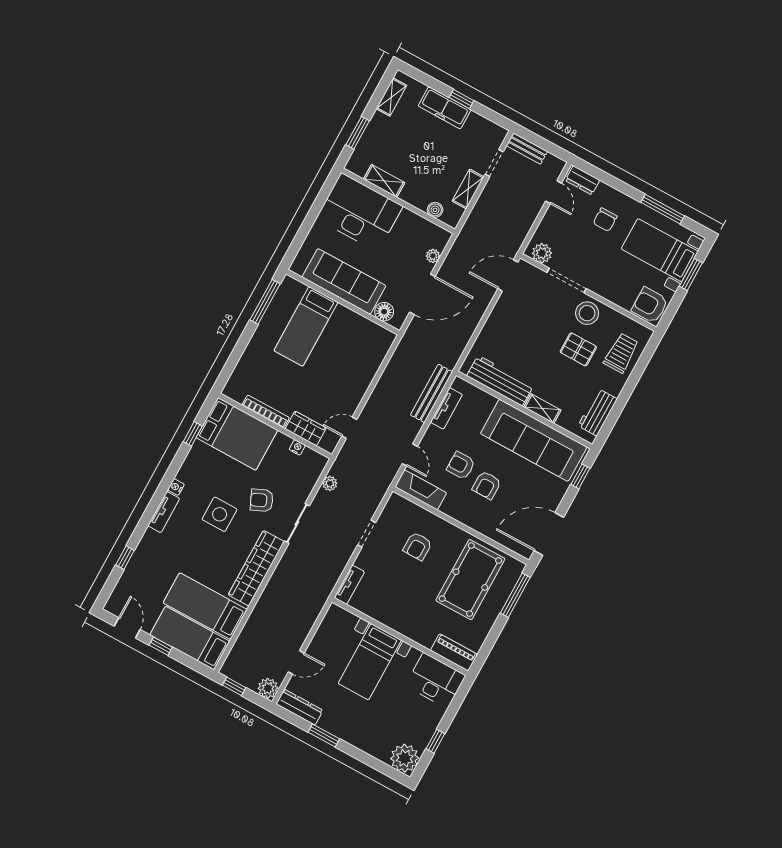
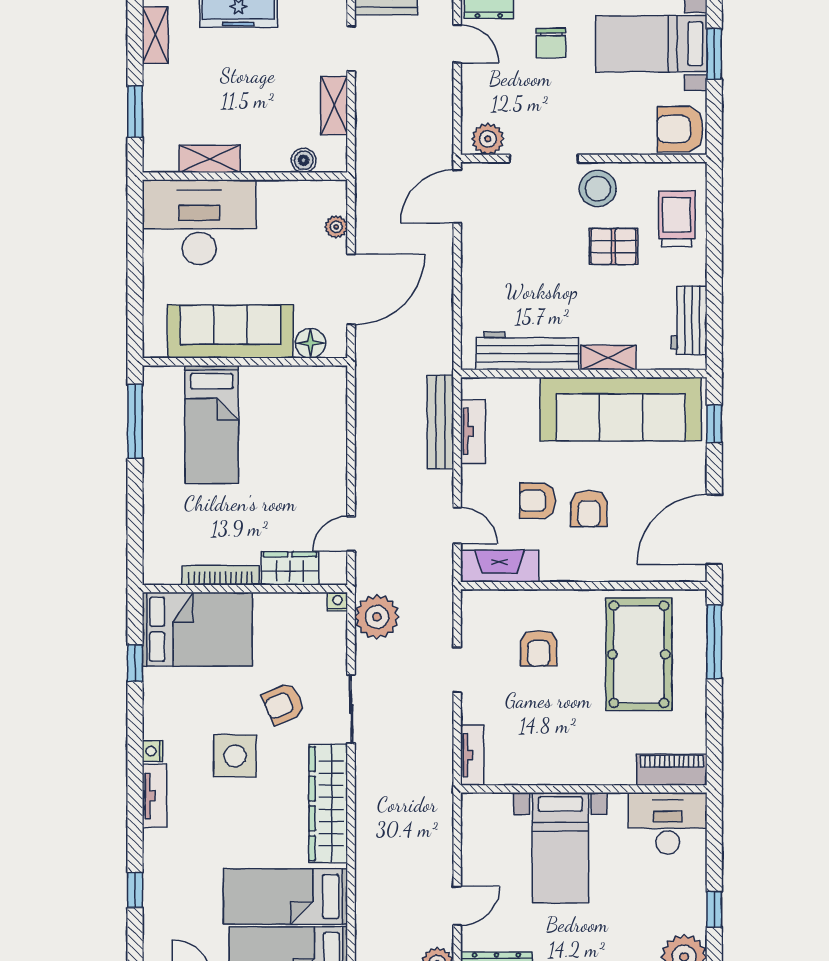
nightstand: (297, 447) -> (337, 602), moved
plant: (330, 483) -> (377, 617), width x1.88, depth x1.88

